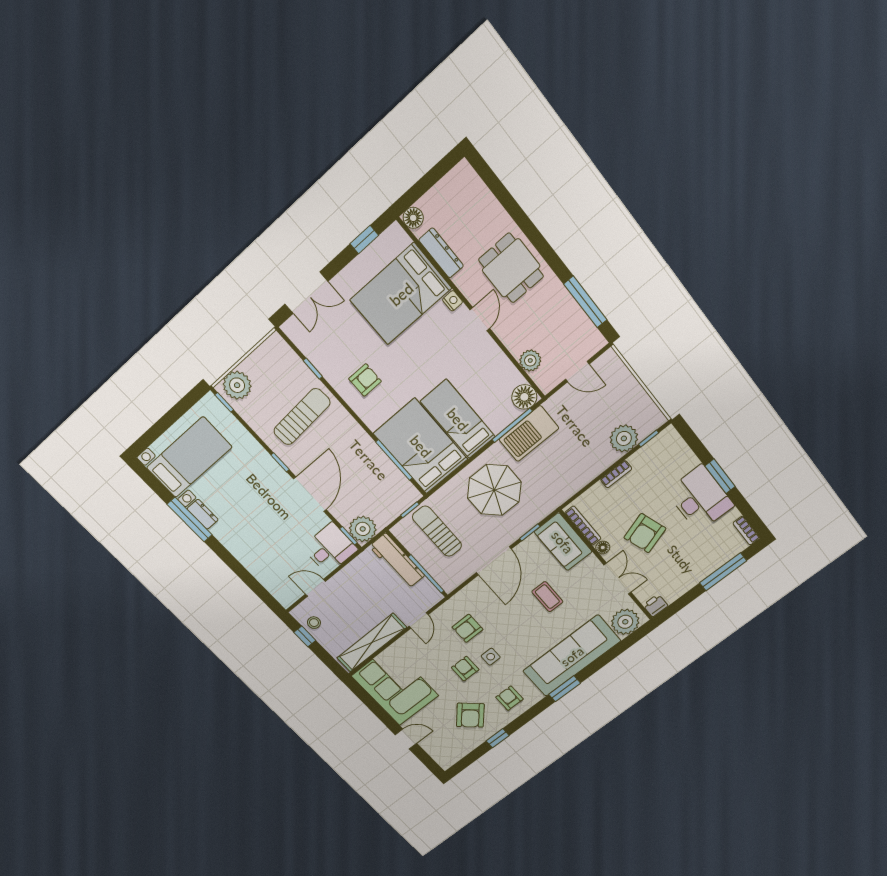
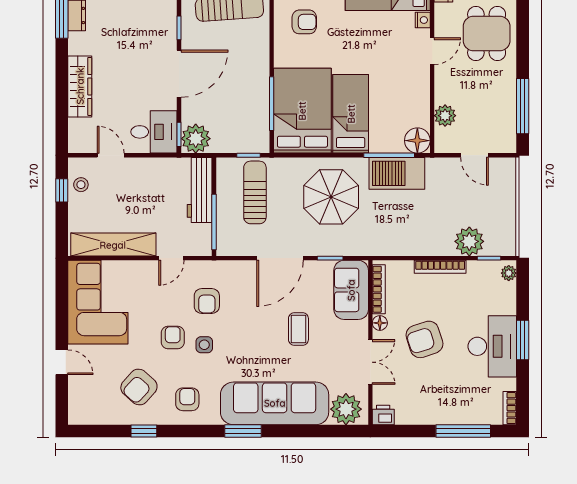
plant: (672, 437) -> (509, 273), added
bookcase: (616, 474) -> (440, 267), width x1.56
wardrobe: (251, 560) -> (80, 86), added
armchair: (468, 628) -> (207, 301), turned -90

